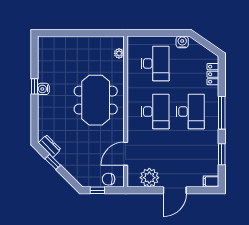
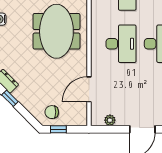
plant: (149, 178) -> (110, 120), width x0.53, depth x0.53
chair: (109, 179) -> (52, 112), moved

